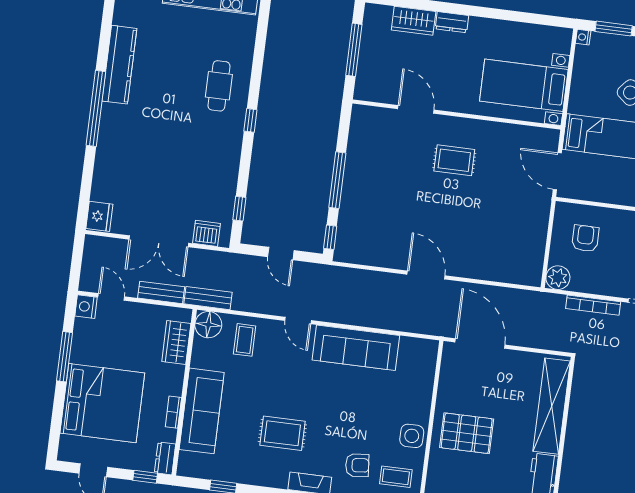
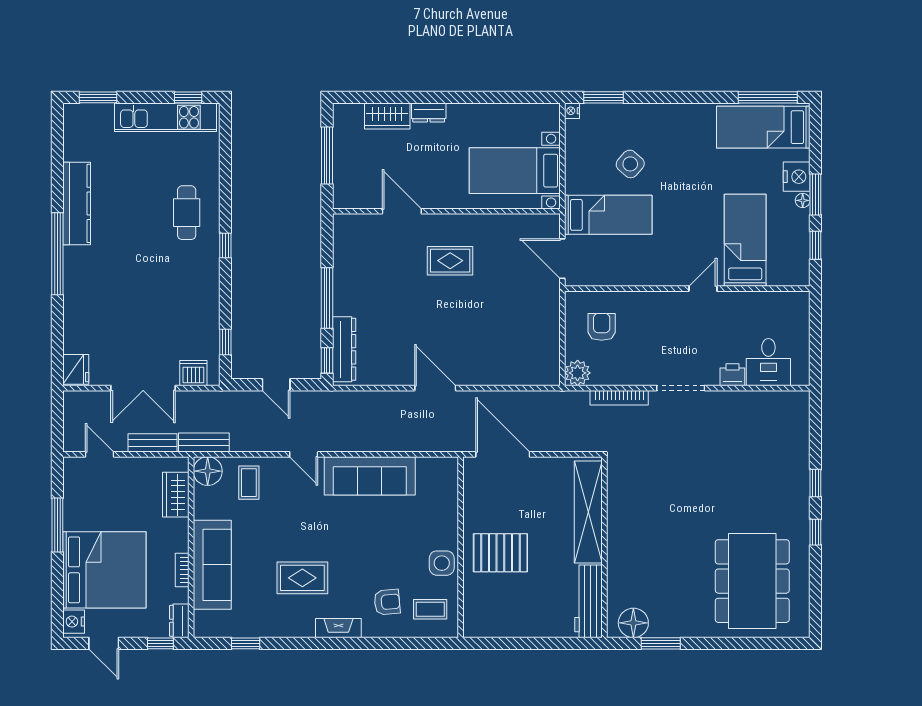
dresser: (347, 229) -> (344, 349), added
nightstand: (86, 307) -> (74, 622), moved

